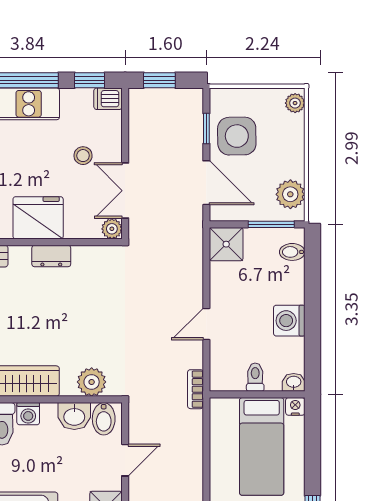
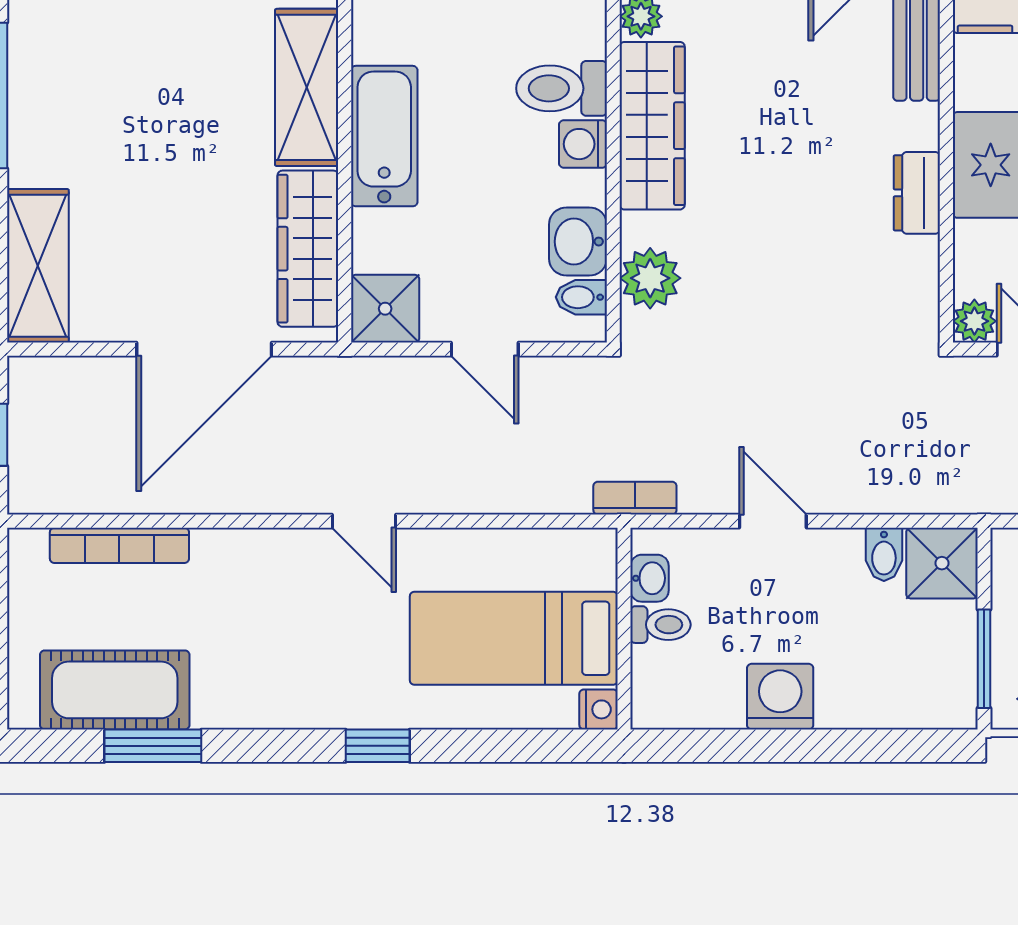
bidet: (292, 252) -> (884, 554), moved, turned 180
washbasin: (294, 382) -> (650, 578), moved
bidet: (104, 419) -> (581, 297), width x0.72, depth x0.74

